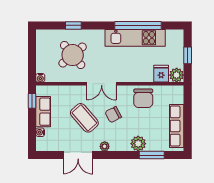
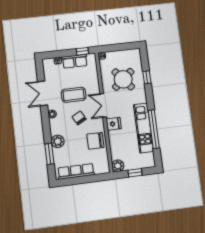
fridge: (161, 74) -> (114, 124), moved
coffee table: (84, 118) -> (74, 95), turned 41

